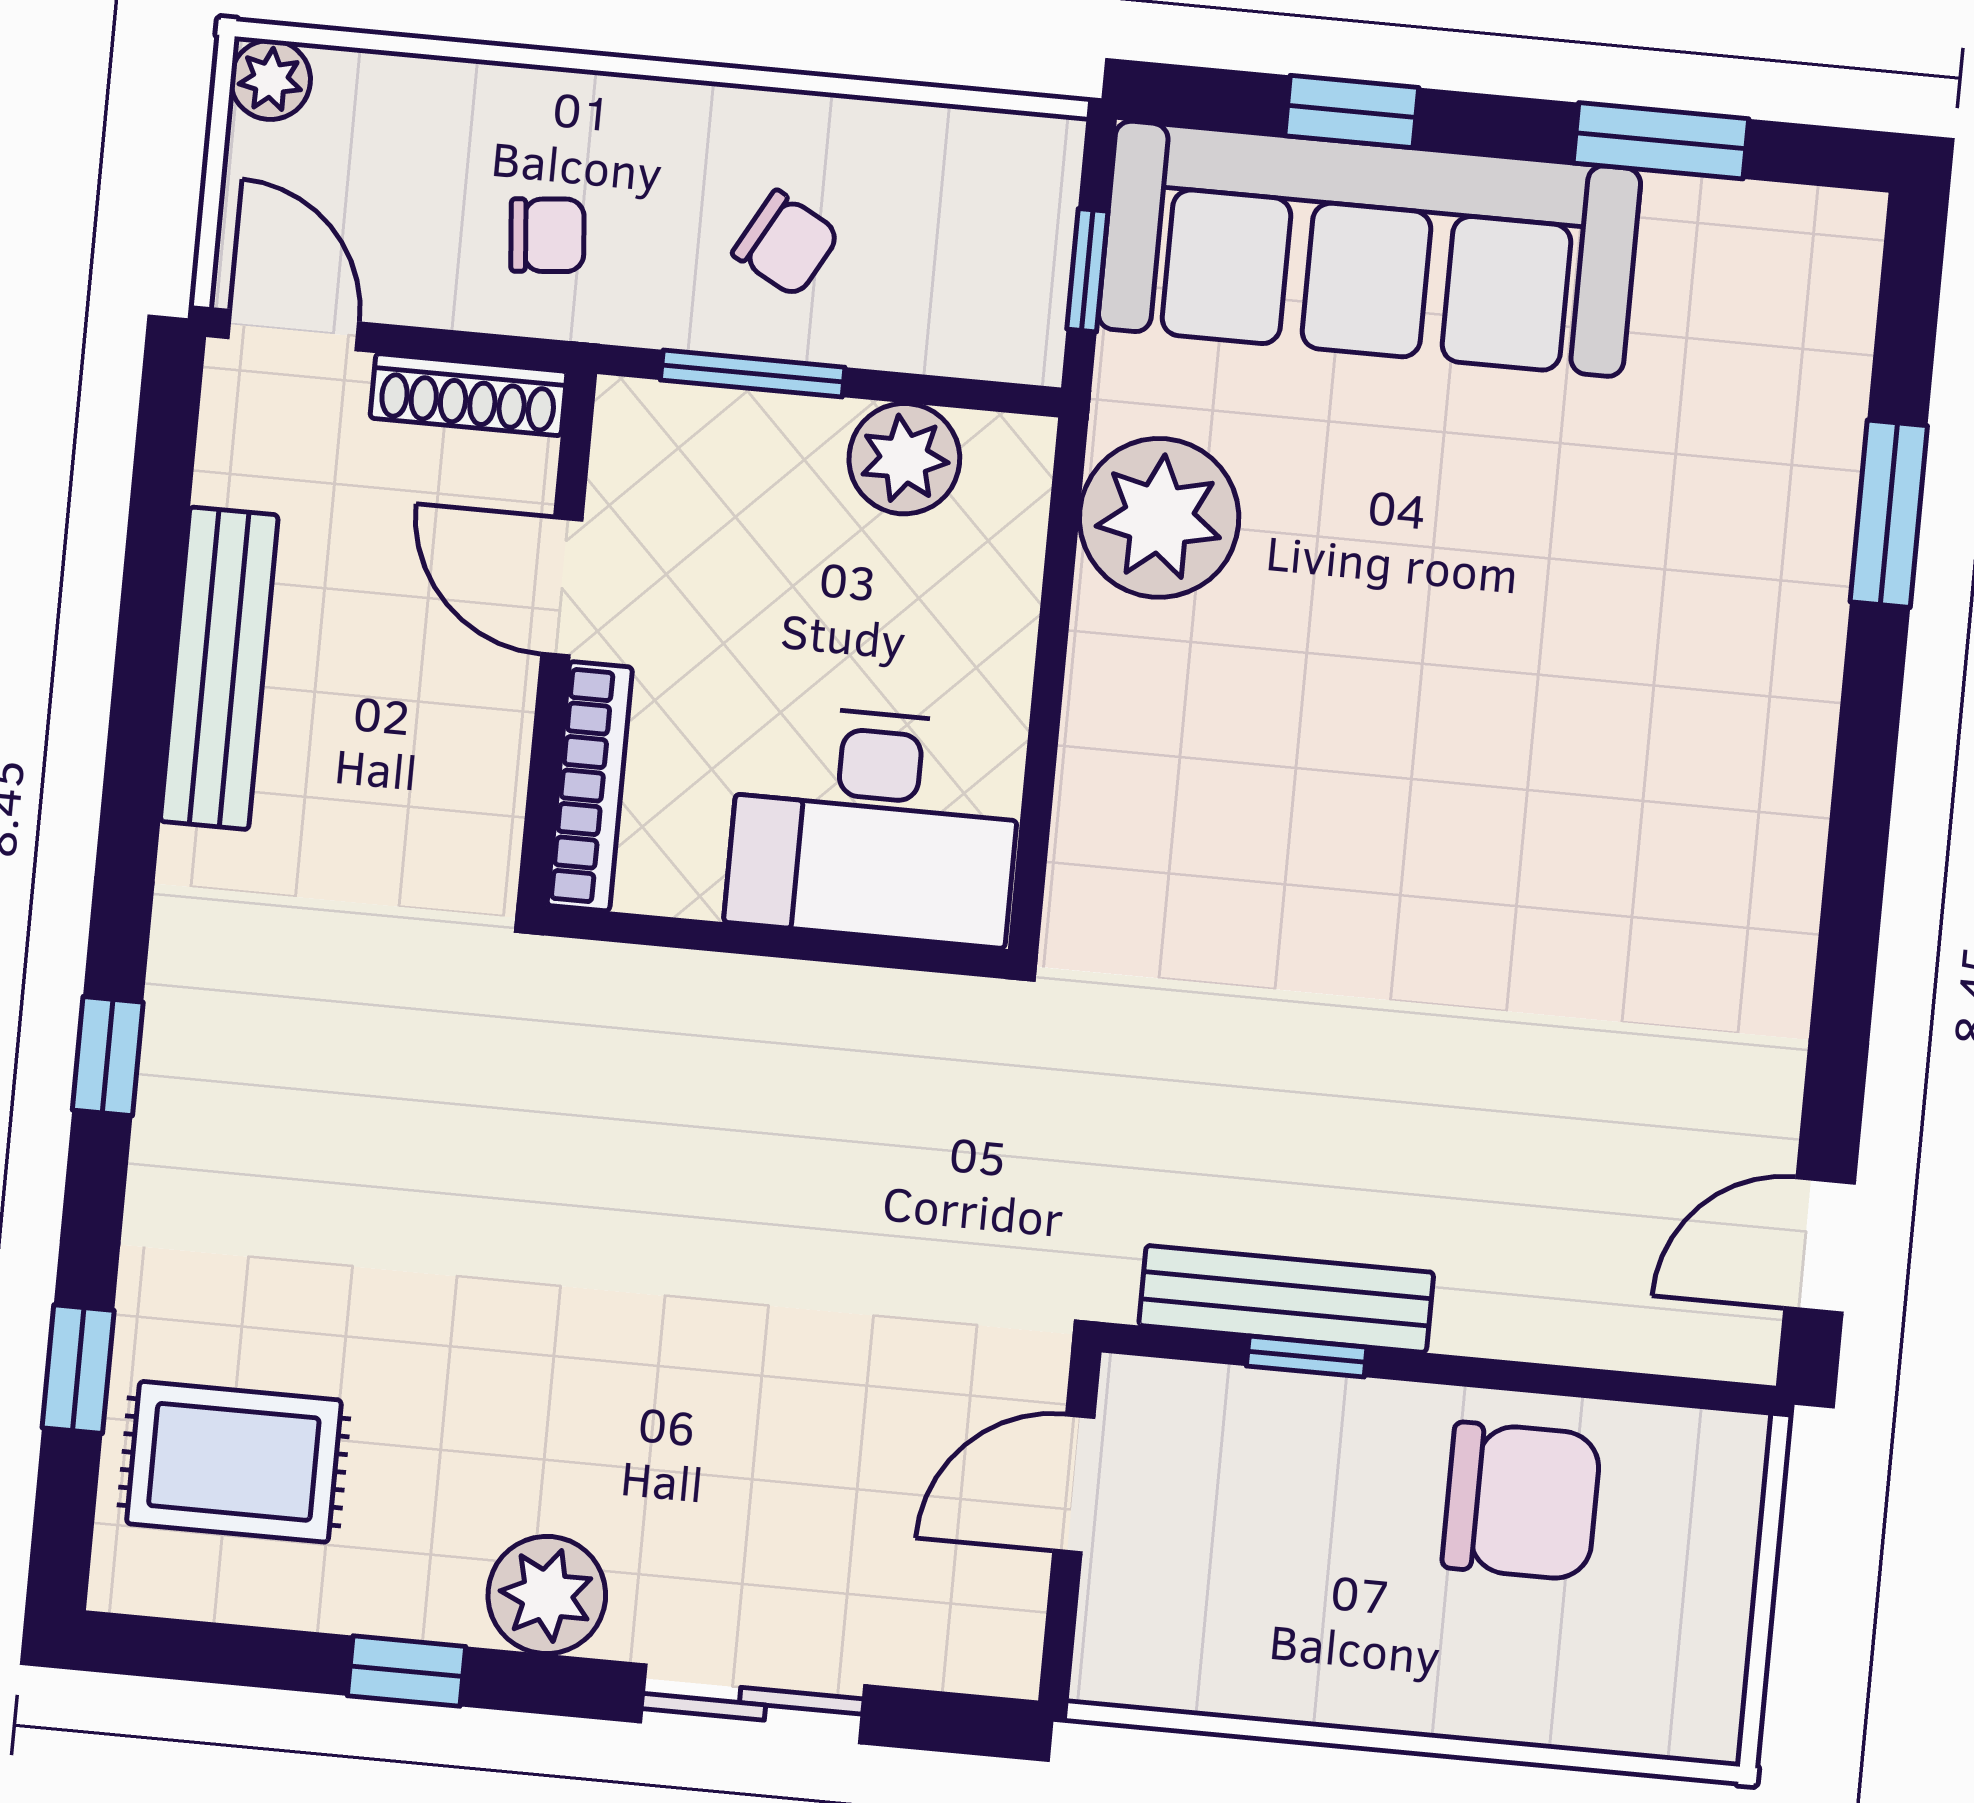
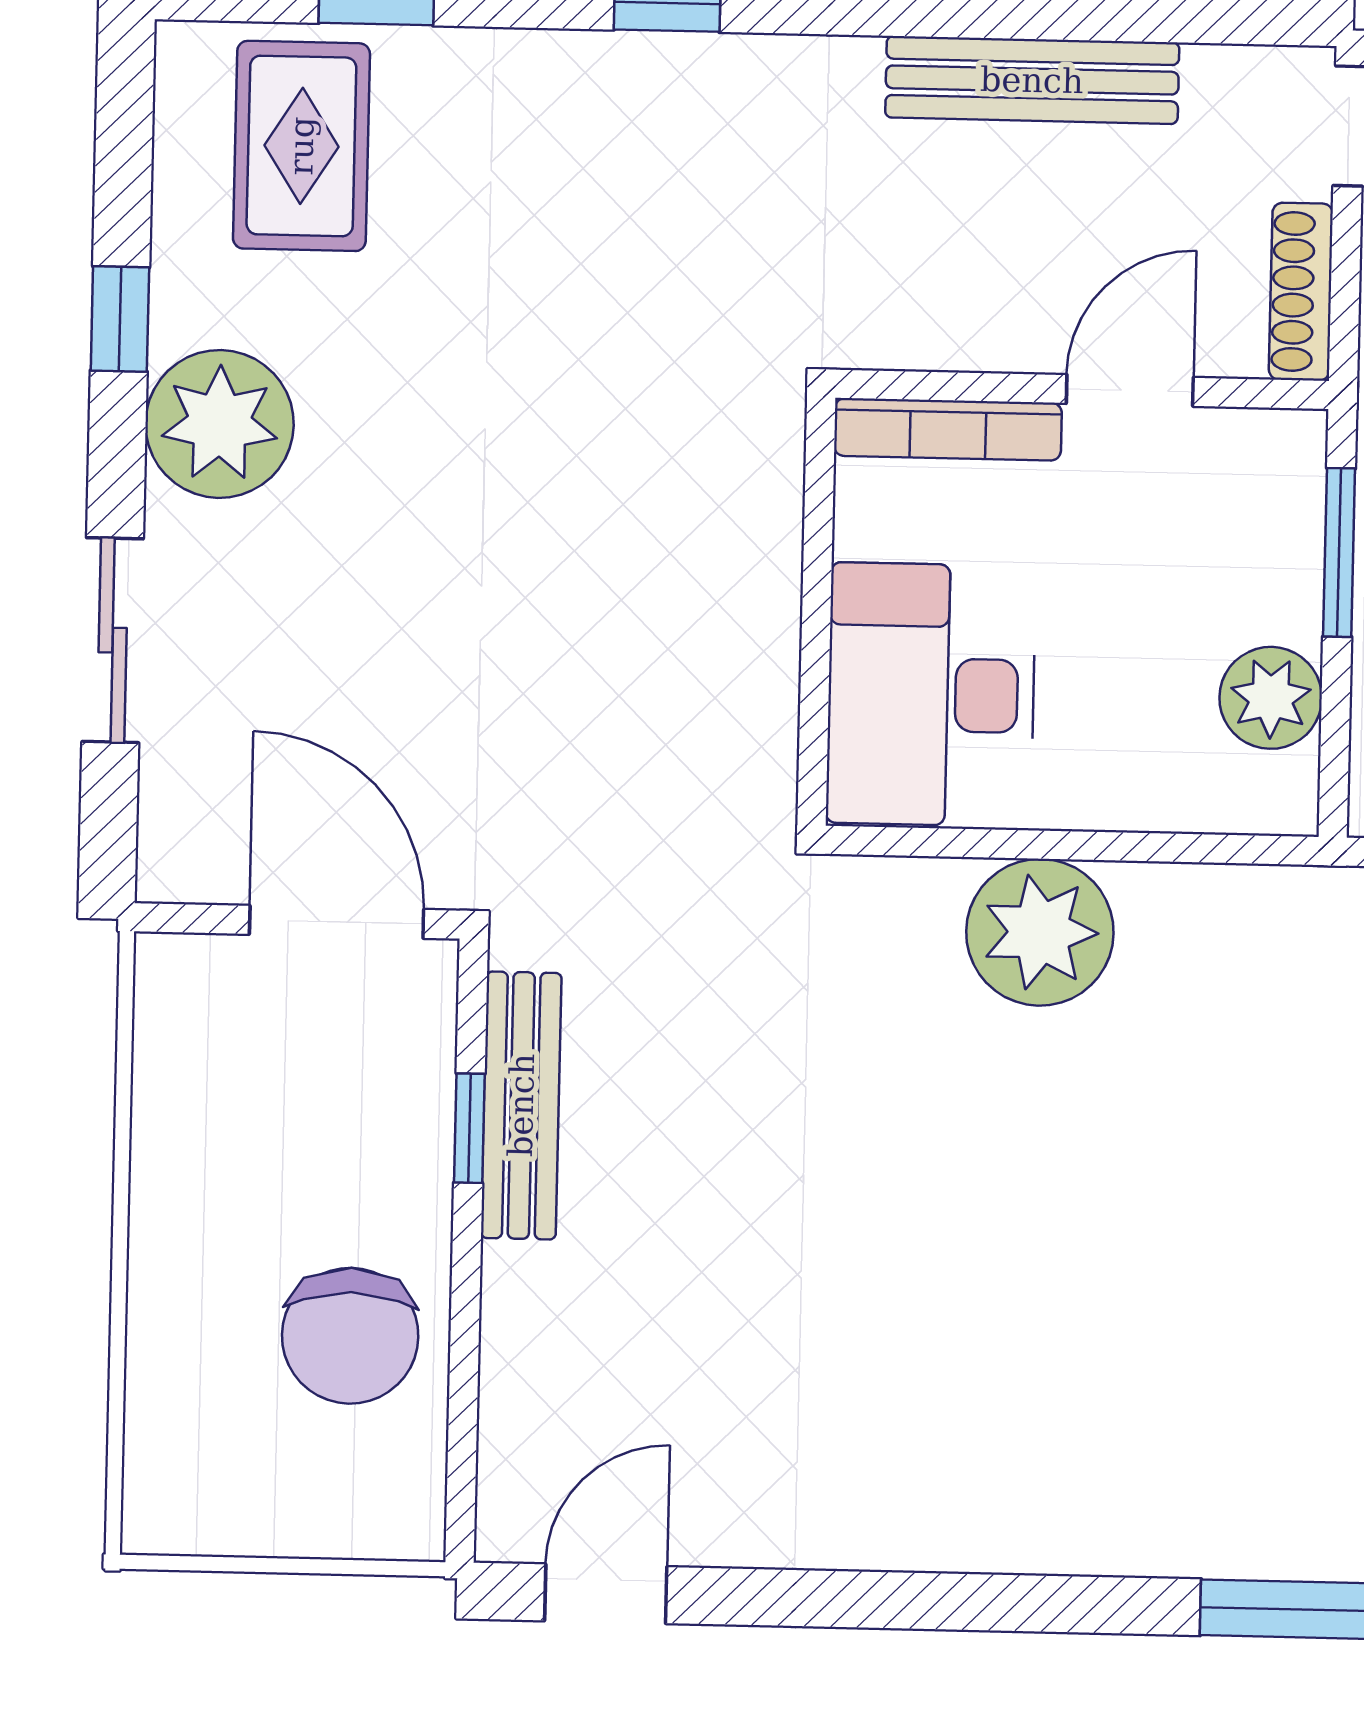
plant: (1159, 518) -> (1040, 932), moved
door: (1820, 1246) -> (606, 1594), hinge flipped
door: (1074, 1484) -> (337, 922), width x1.38
plant: (547, 1595) -> (220, 424), width x1.36, depth x1.36

